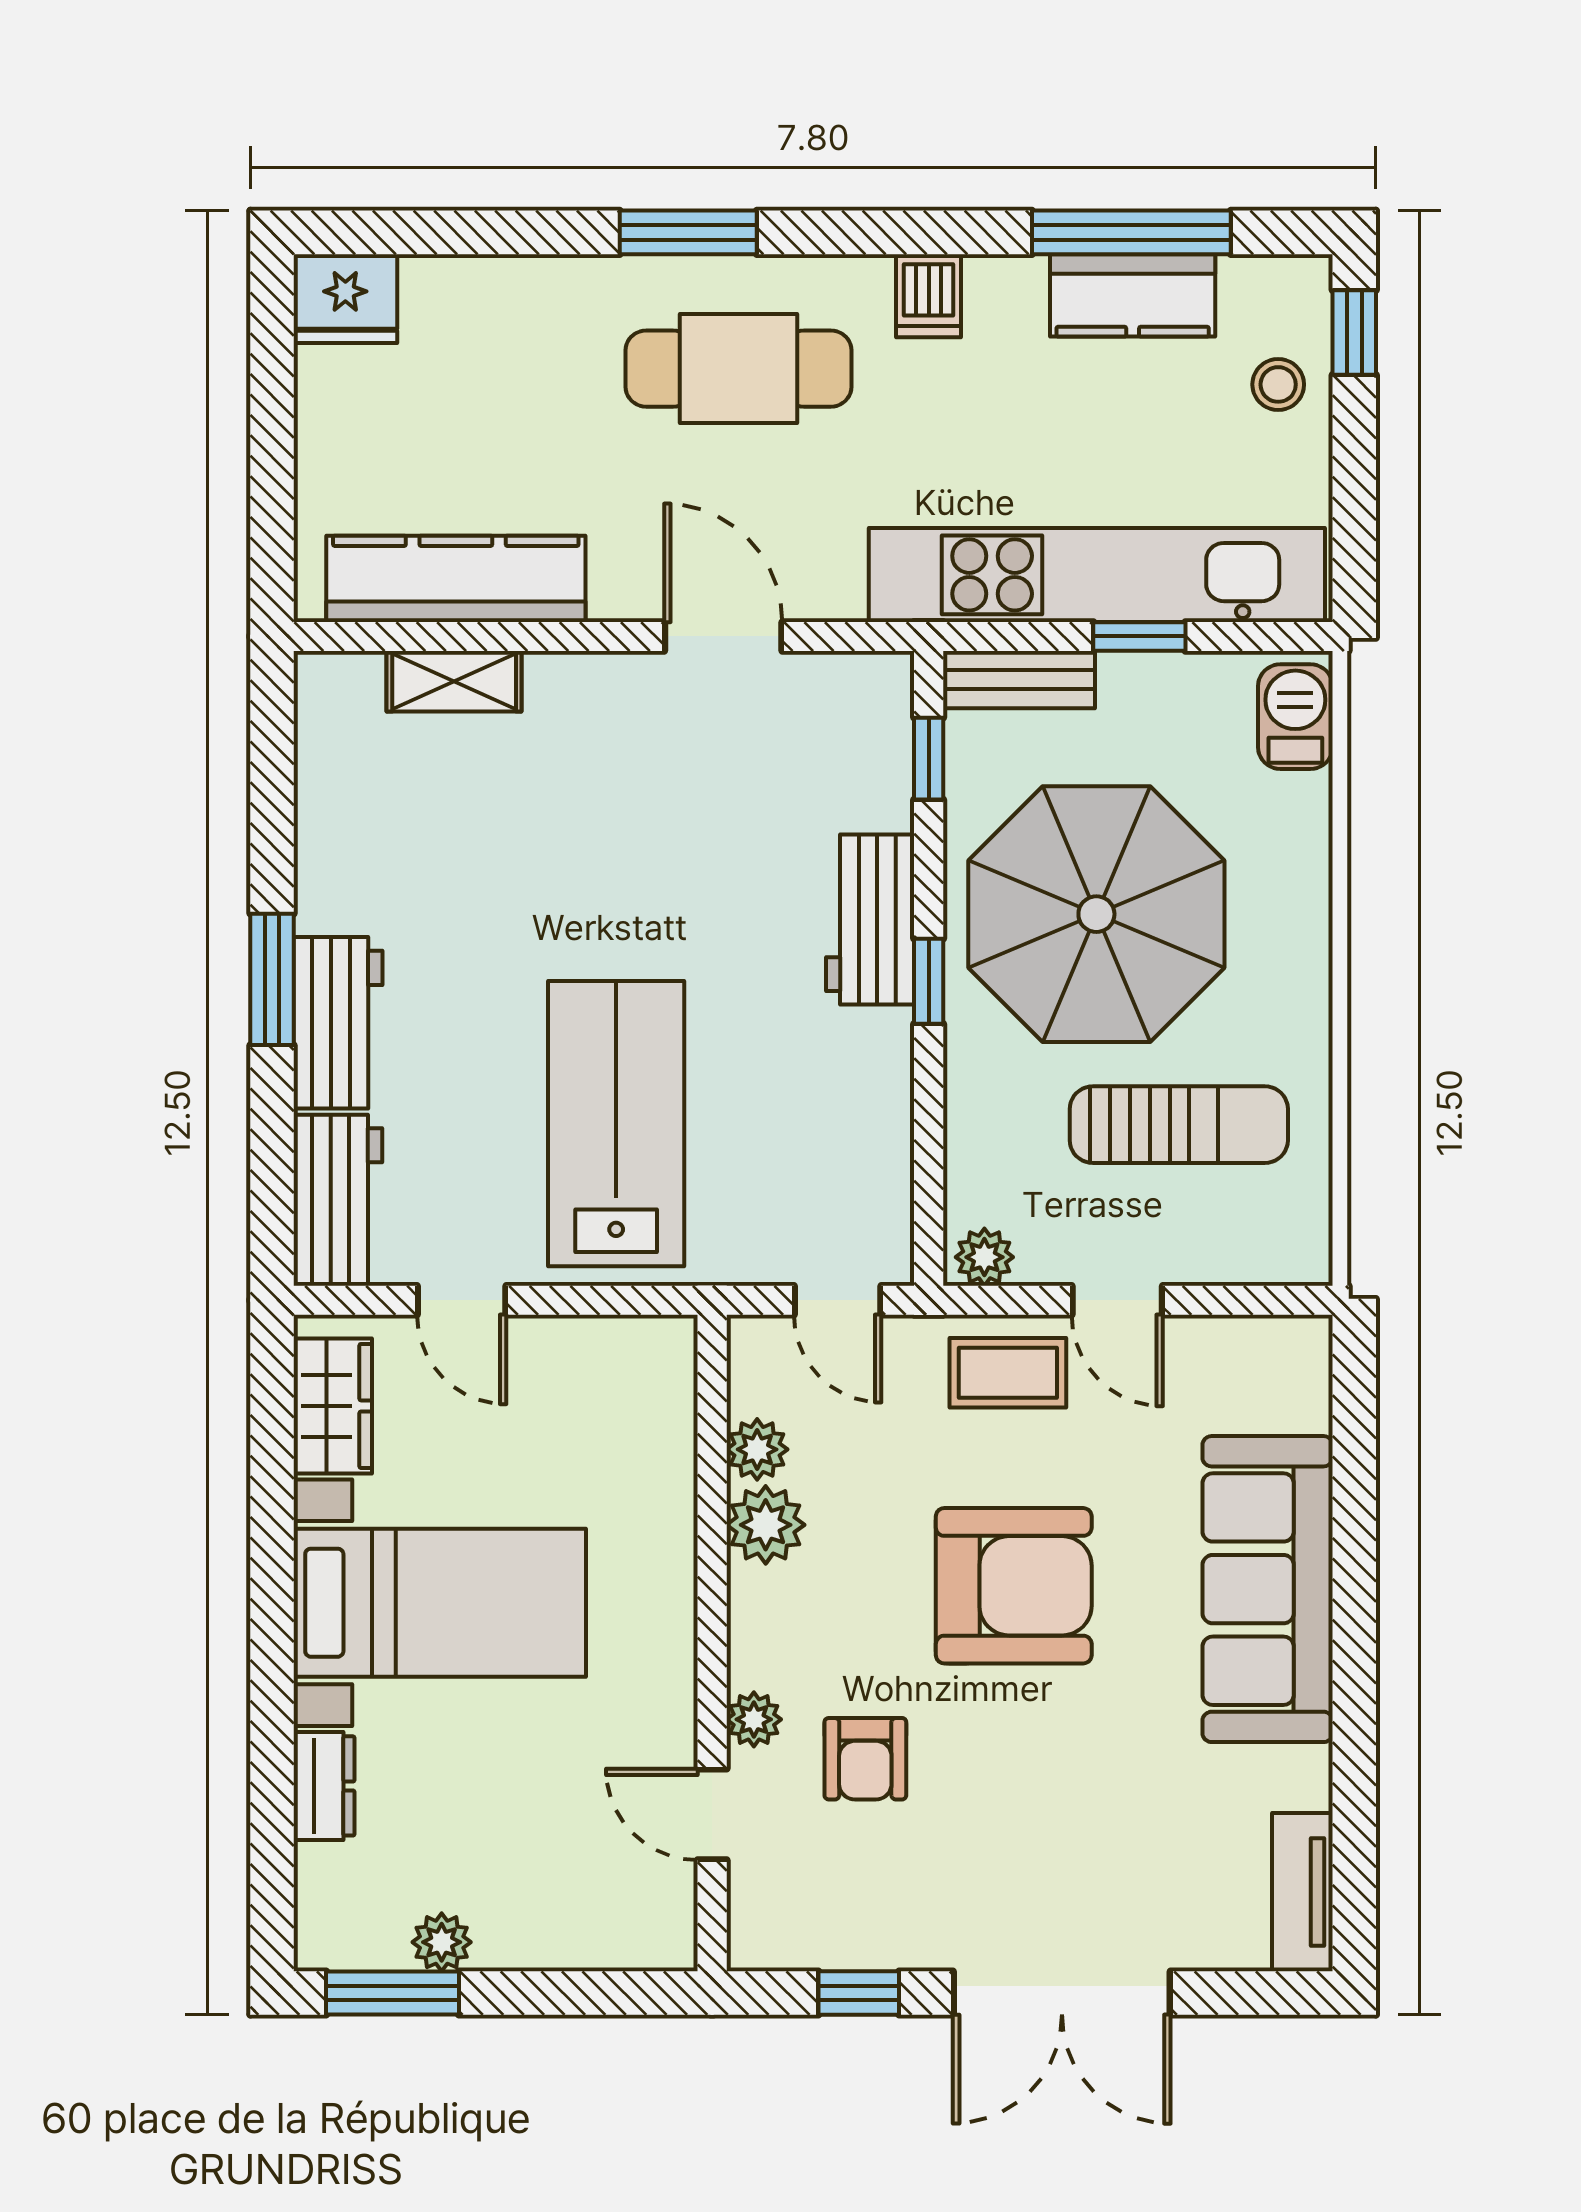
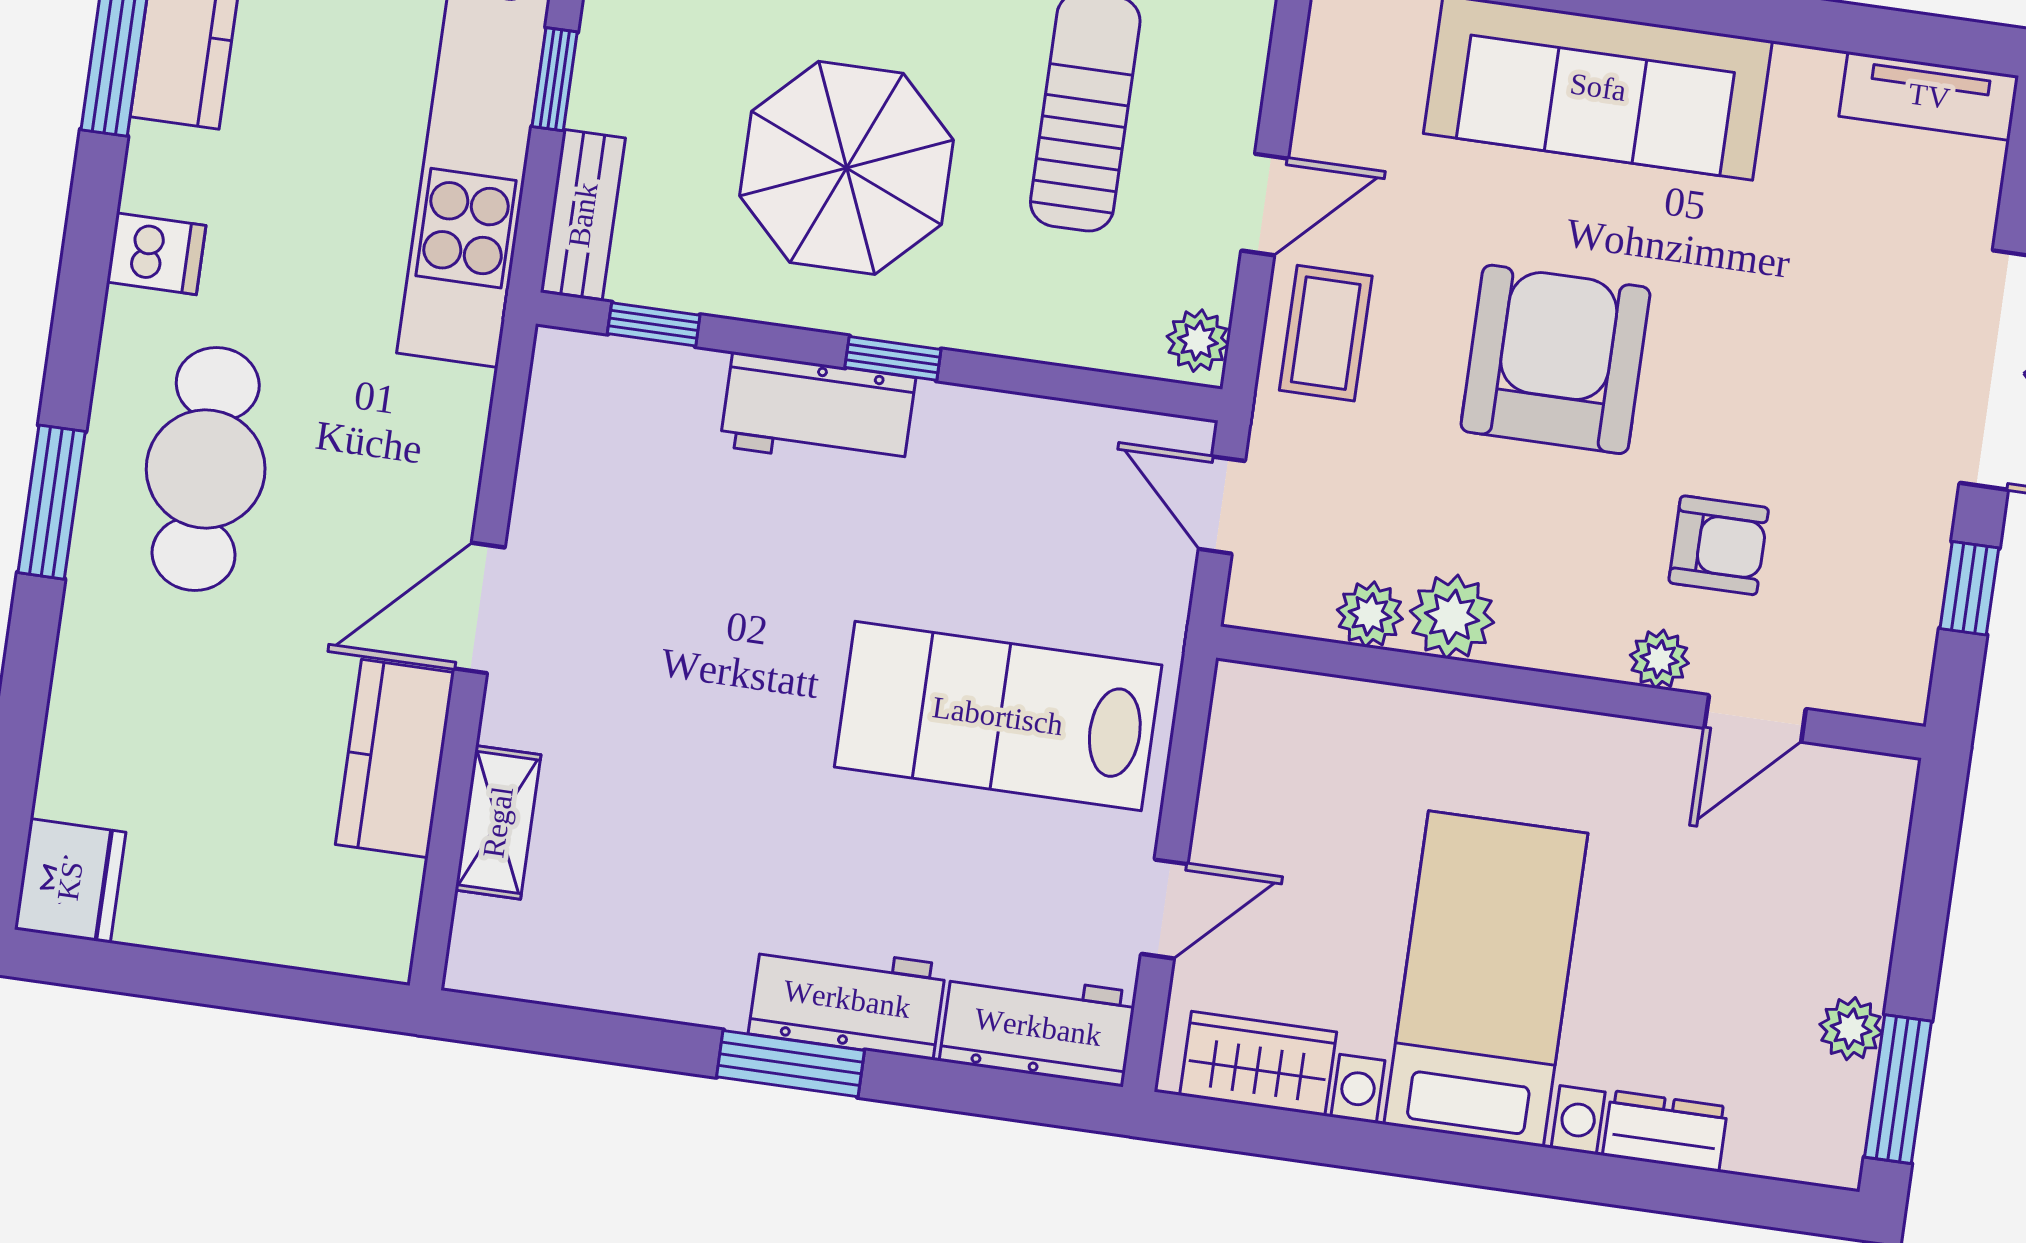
kitchen counter: (456, 579) -> (395, 758), width x0.67
door: (723, 636) -> (479, 608), moved
parasol: (1096, 914) -> (847, 168), width x0.73, depth x0.73
door: (838, 1300) -> (1222, 505), swing flipped

